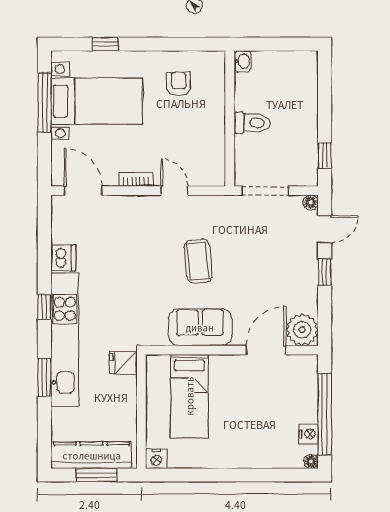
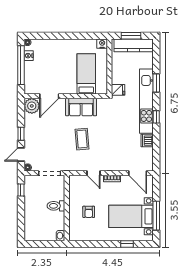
armchair: (179, 84) -> (89, 212), moved

